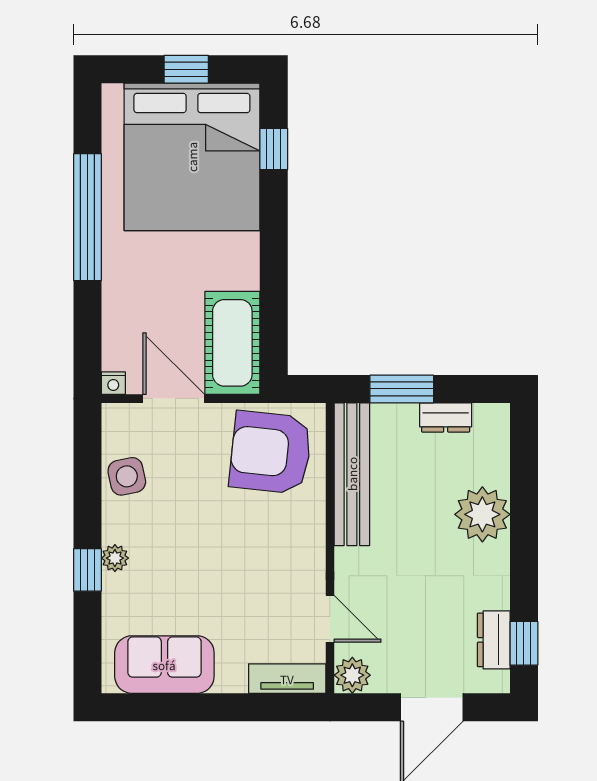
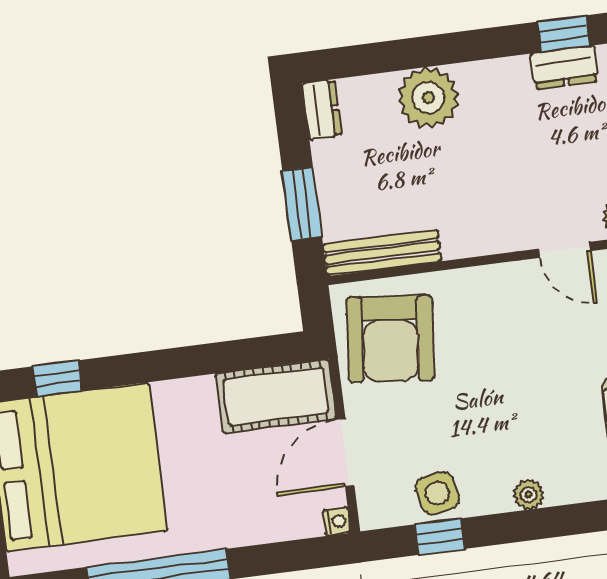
dresser: (446, 417) -> (322, 110), moved
bench: (352, 474) -> (382, 253), width x0.73, depth x0.82
window: (87, 570) -> (440, 537), moved
door: (330, 619) -> (565, 250), swing flipped

